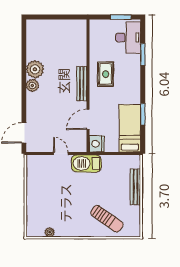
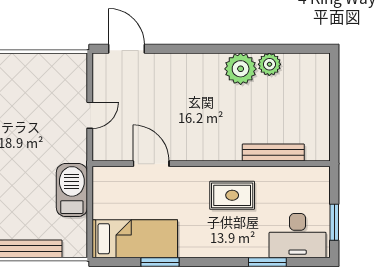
bench: (82, 84) -> (273, 152), moved
plant: (32, 85) -> (269, 64), moved
nightstand: (97, 144) -> (107, 179), removed
barbecue: (86, 163) -> (72, 190), moved

